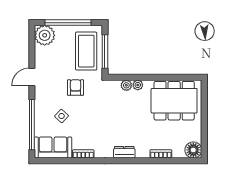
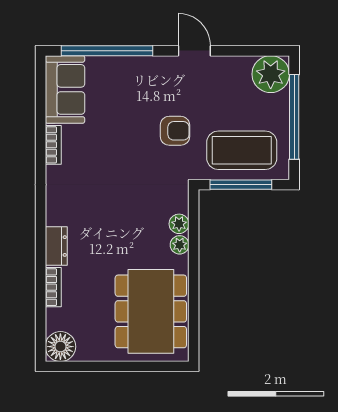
side table: (62, 116) -> (123, 105), removed
dresser: (124, 152) -> (56, 246), moved

